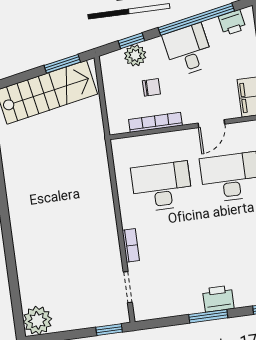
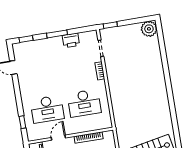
printer: (218, 299) -> (71, 40), moved

